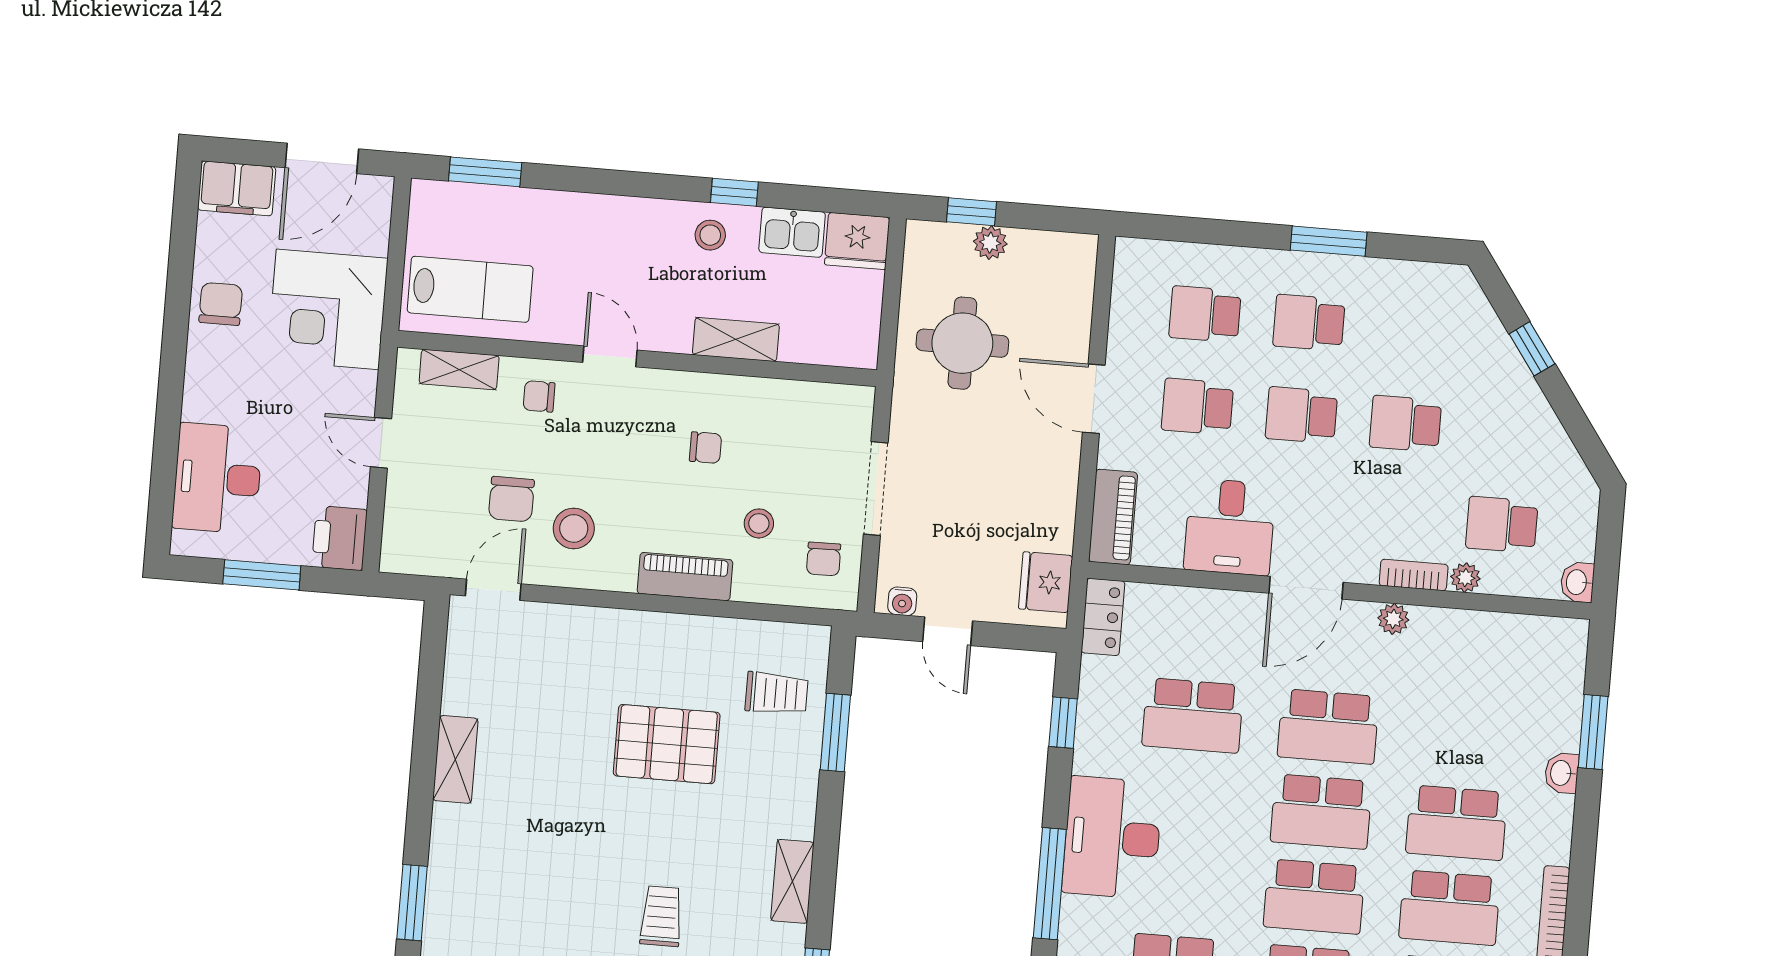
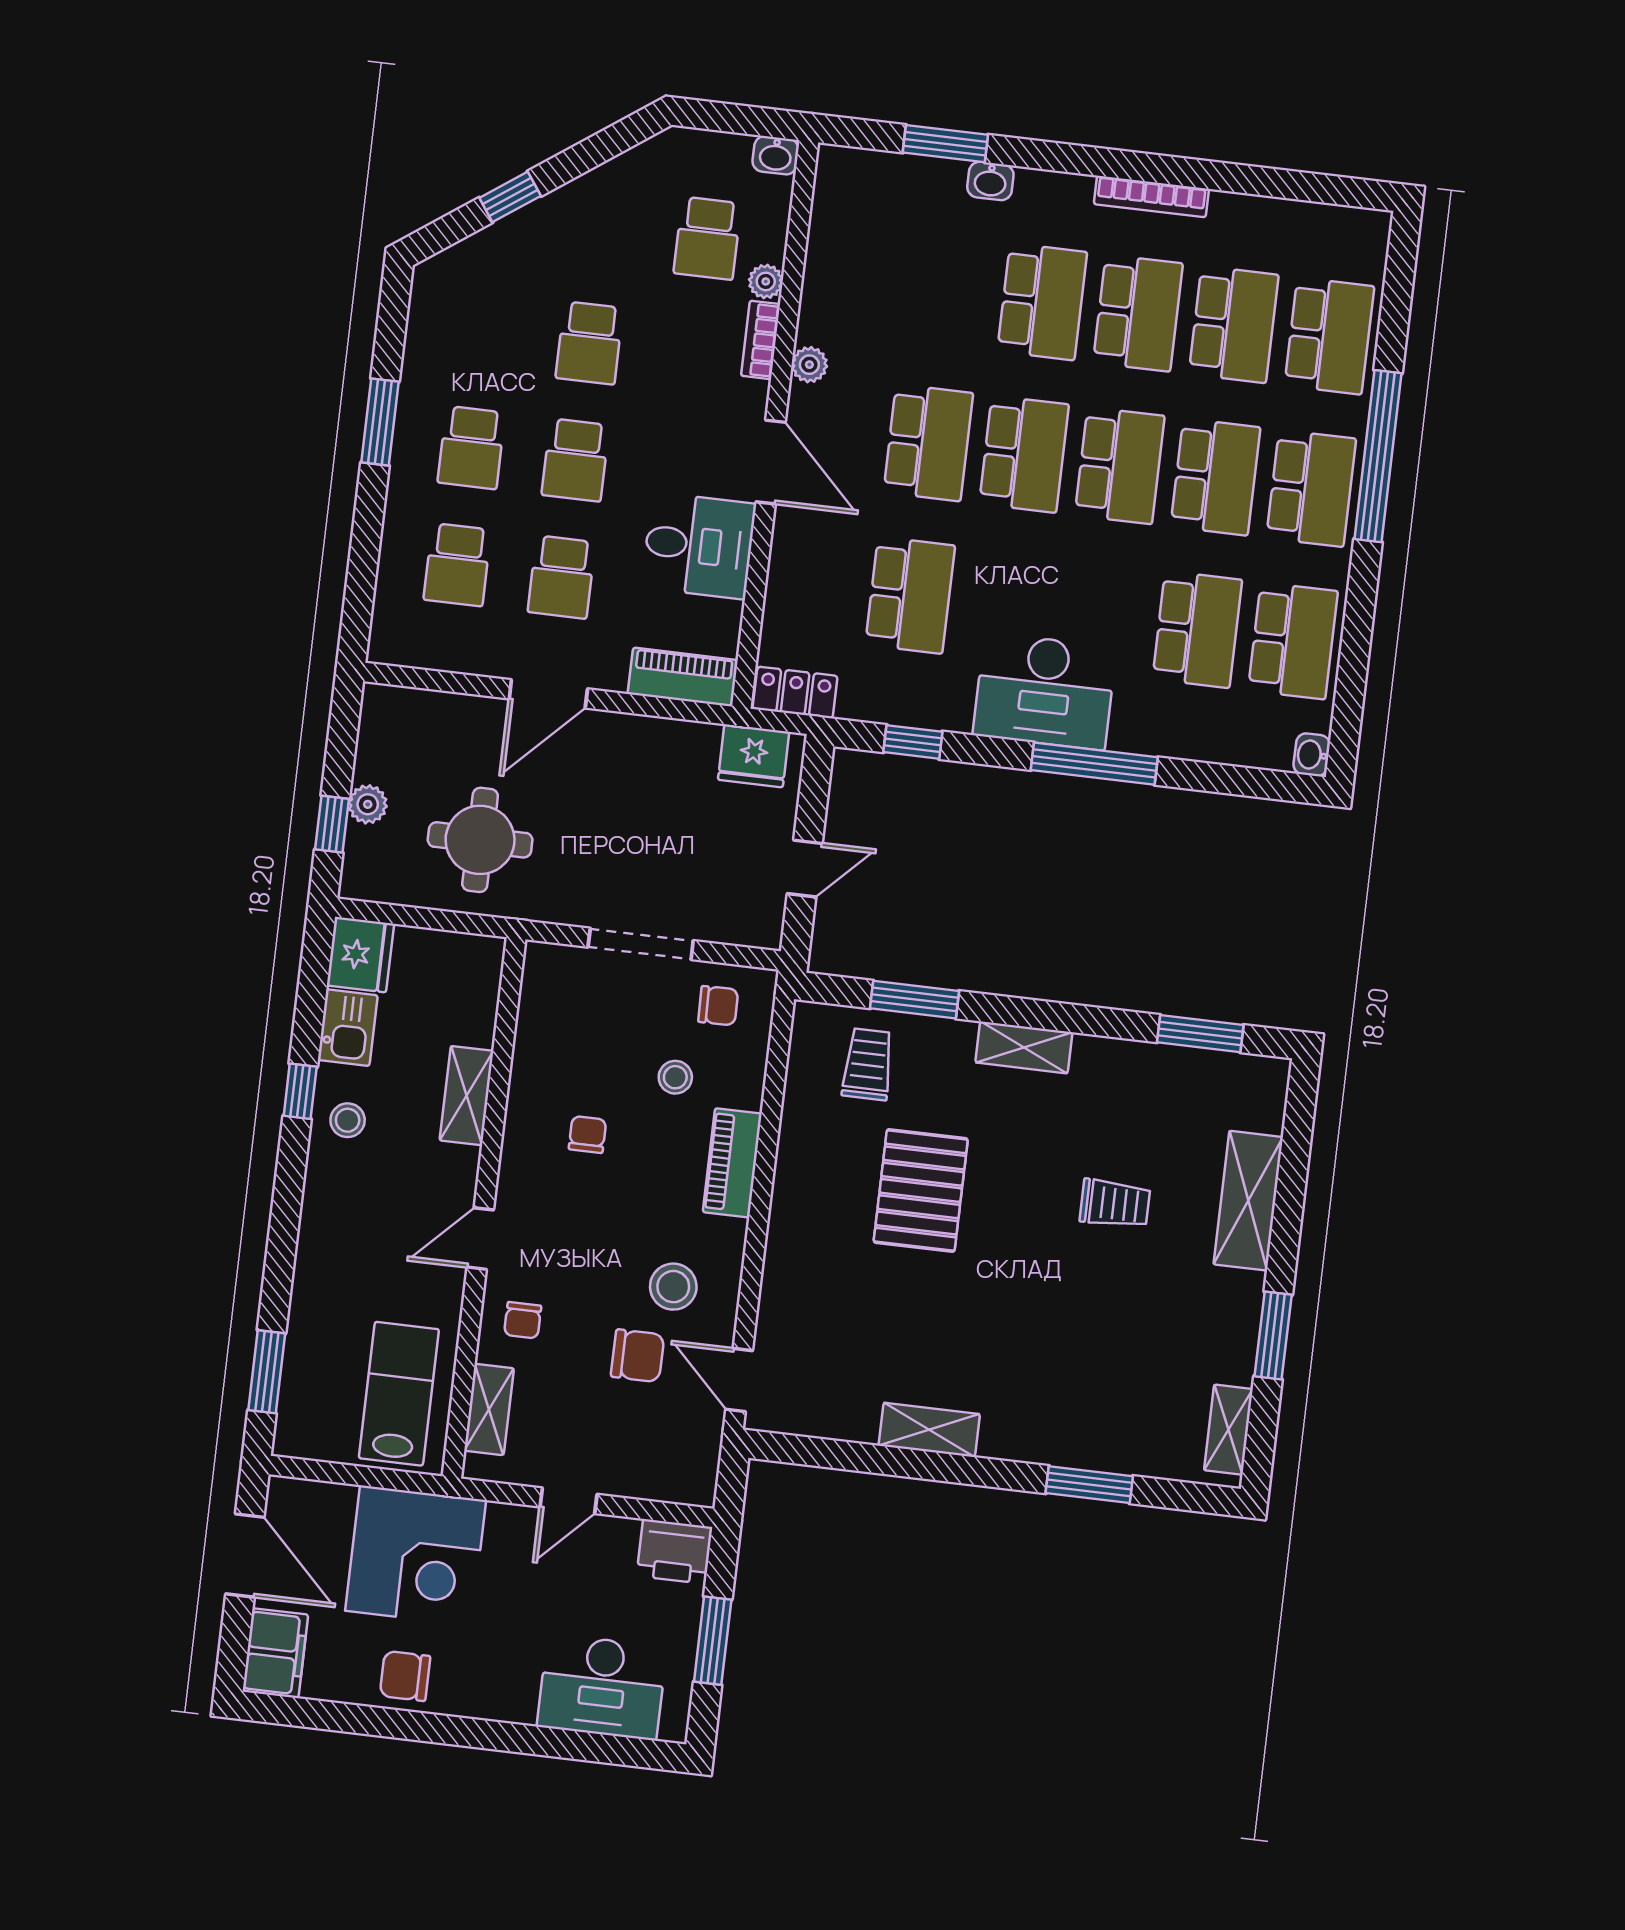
water cooler: (902, 601) -> (769, 919), removed
shelving: (792, 881) -> (1024, 1047), moved
trolley: (661, 916) -> (1115, 1204), turned 180

